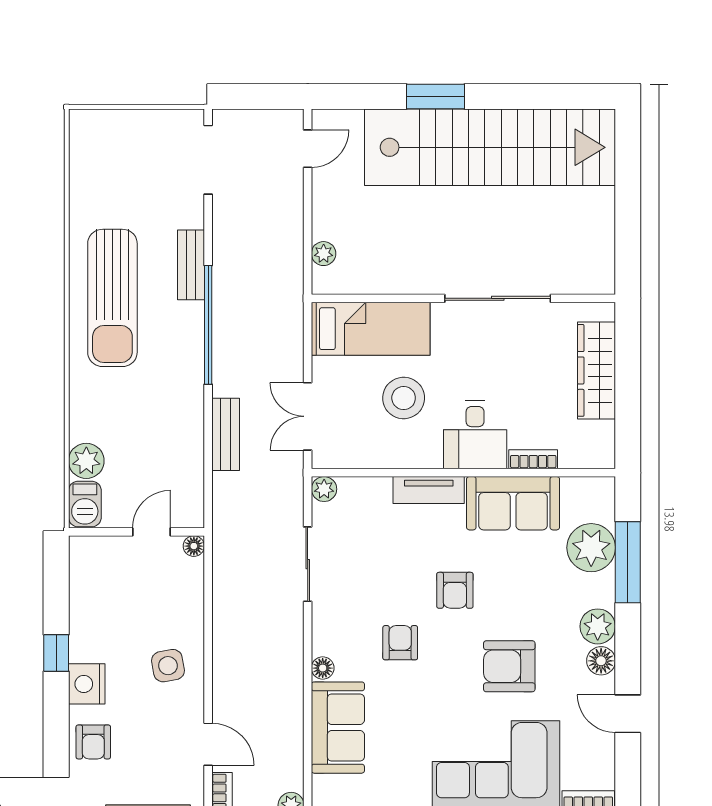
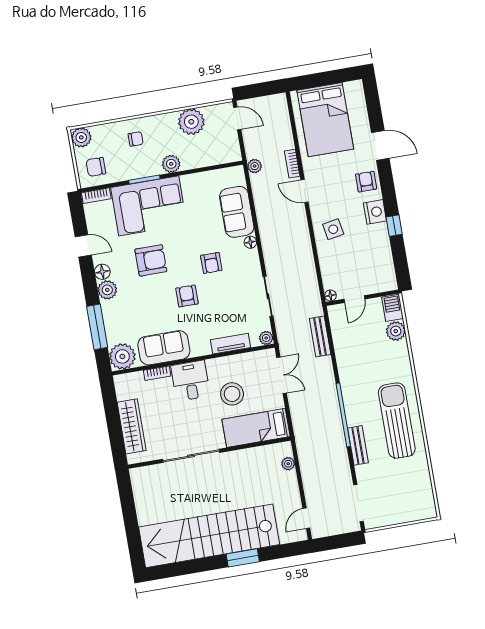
bench: (226, 434) -> (320, 336), moved
tv unit: (429, 490) -> (230, 344), moved
plant: (591, 548) -> (122, 356), moved

